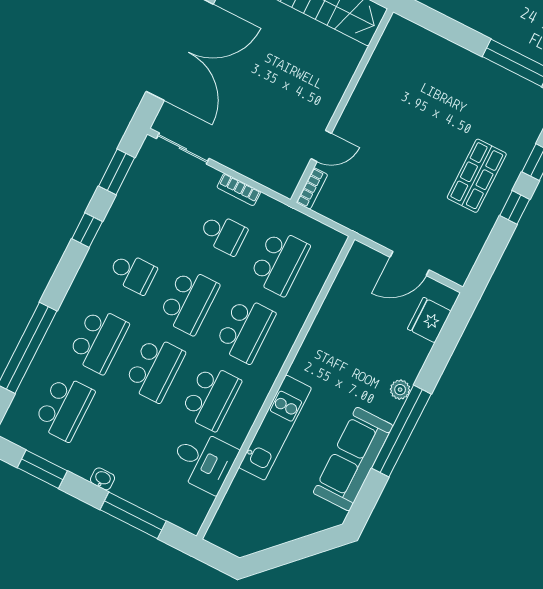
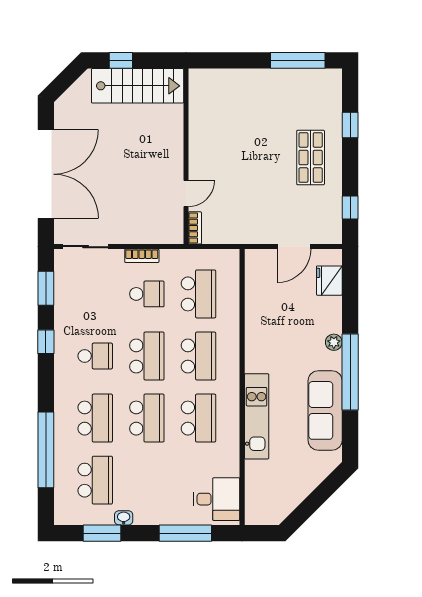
window: (515, 207) -> (350, 208), moved
desk: (203, 461) -> (217, 499), moved
washbasin: (102, 479) -> (124, 518), moved

